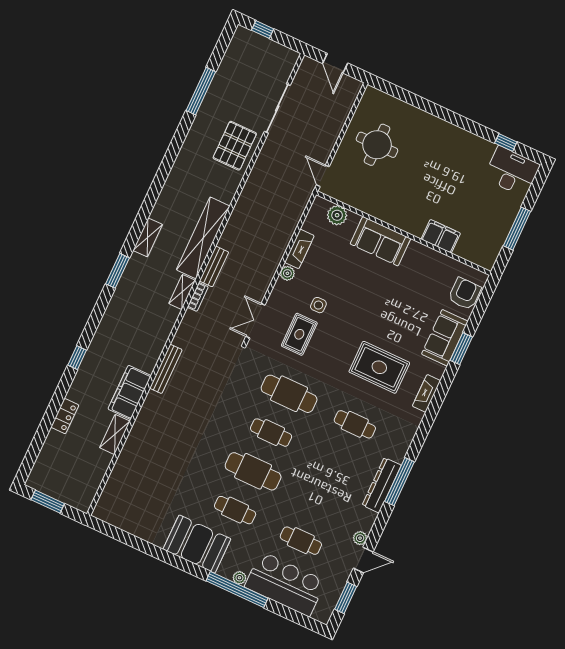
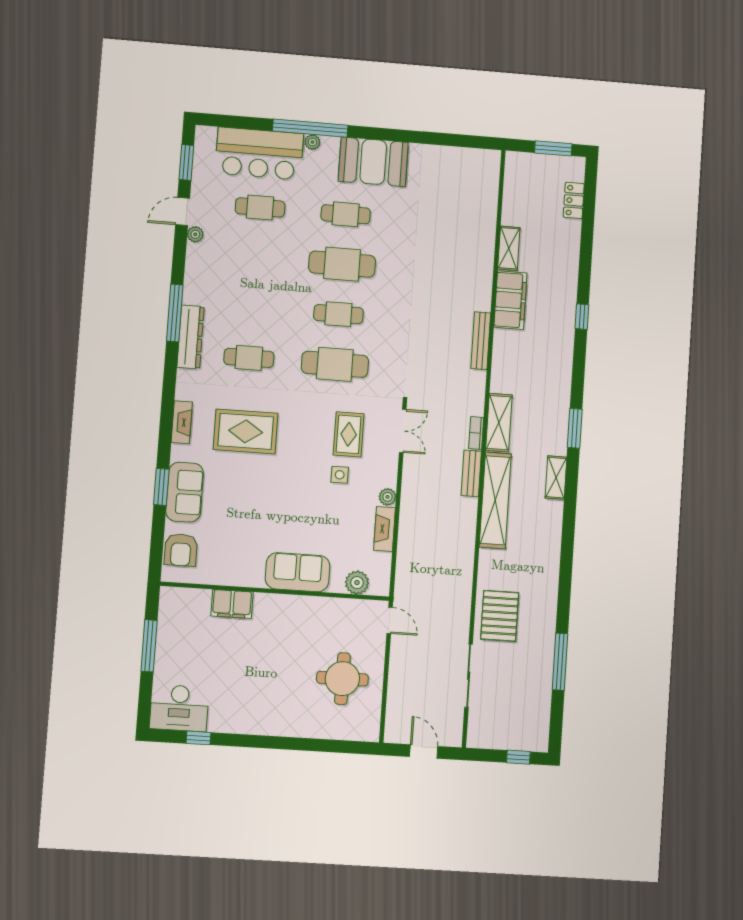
shelving: (182, 292) -> (499, 423), width x1.50, depth x1.33
locker: (65, 416) -> (574, 200), moved
dresser: (382, 485) -> (191, 337), moved

